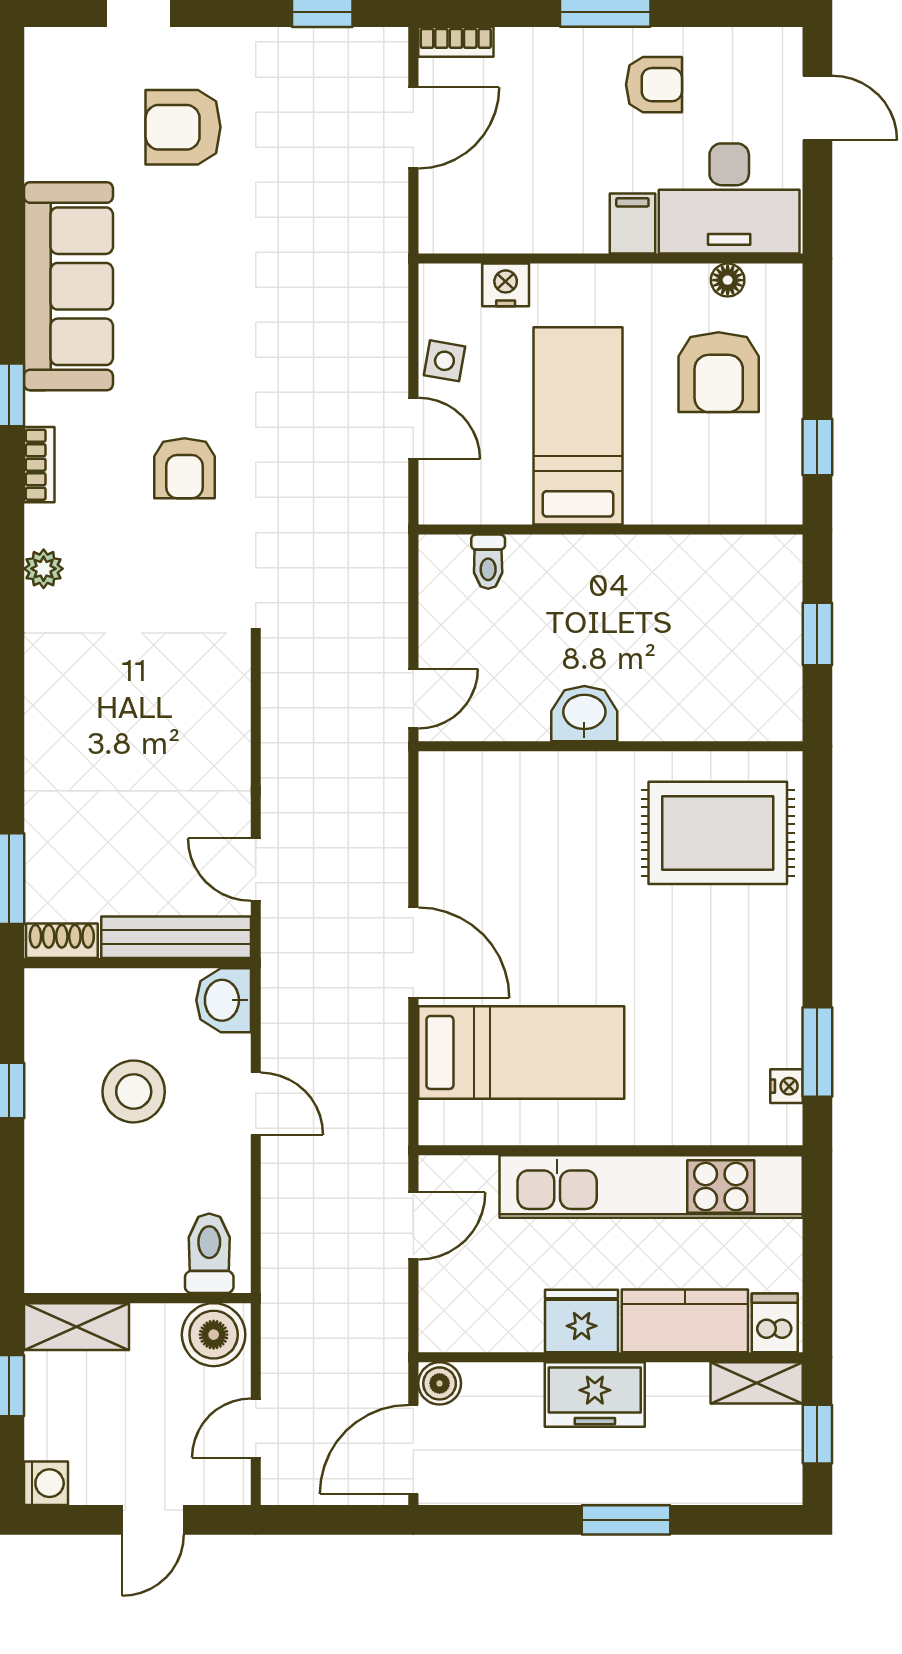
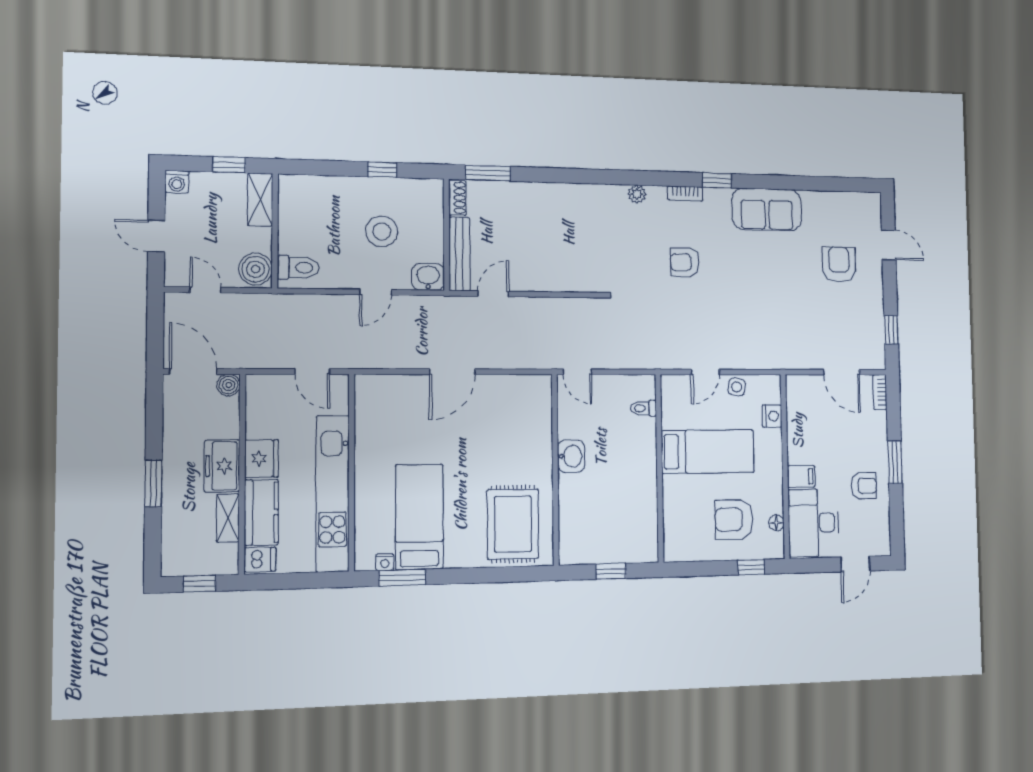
armchair: (654, 85) -> (864, 486), turned -90
sofa: (68, 286) -> (767, 209), width x0.73
window: (817, 447) -> (751, 567), moved
bed: (521, 1052) -> (419, 517), moved, turned 180
shelving: (757, 1383) -> (228, 518), moved

